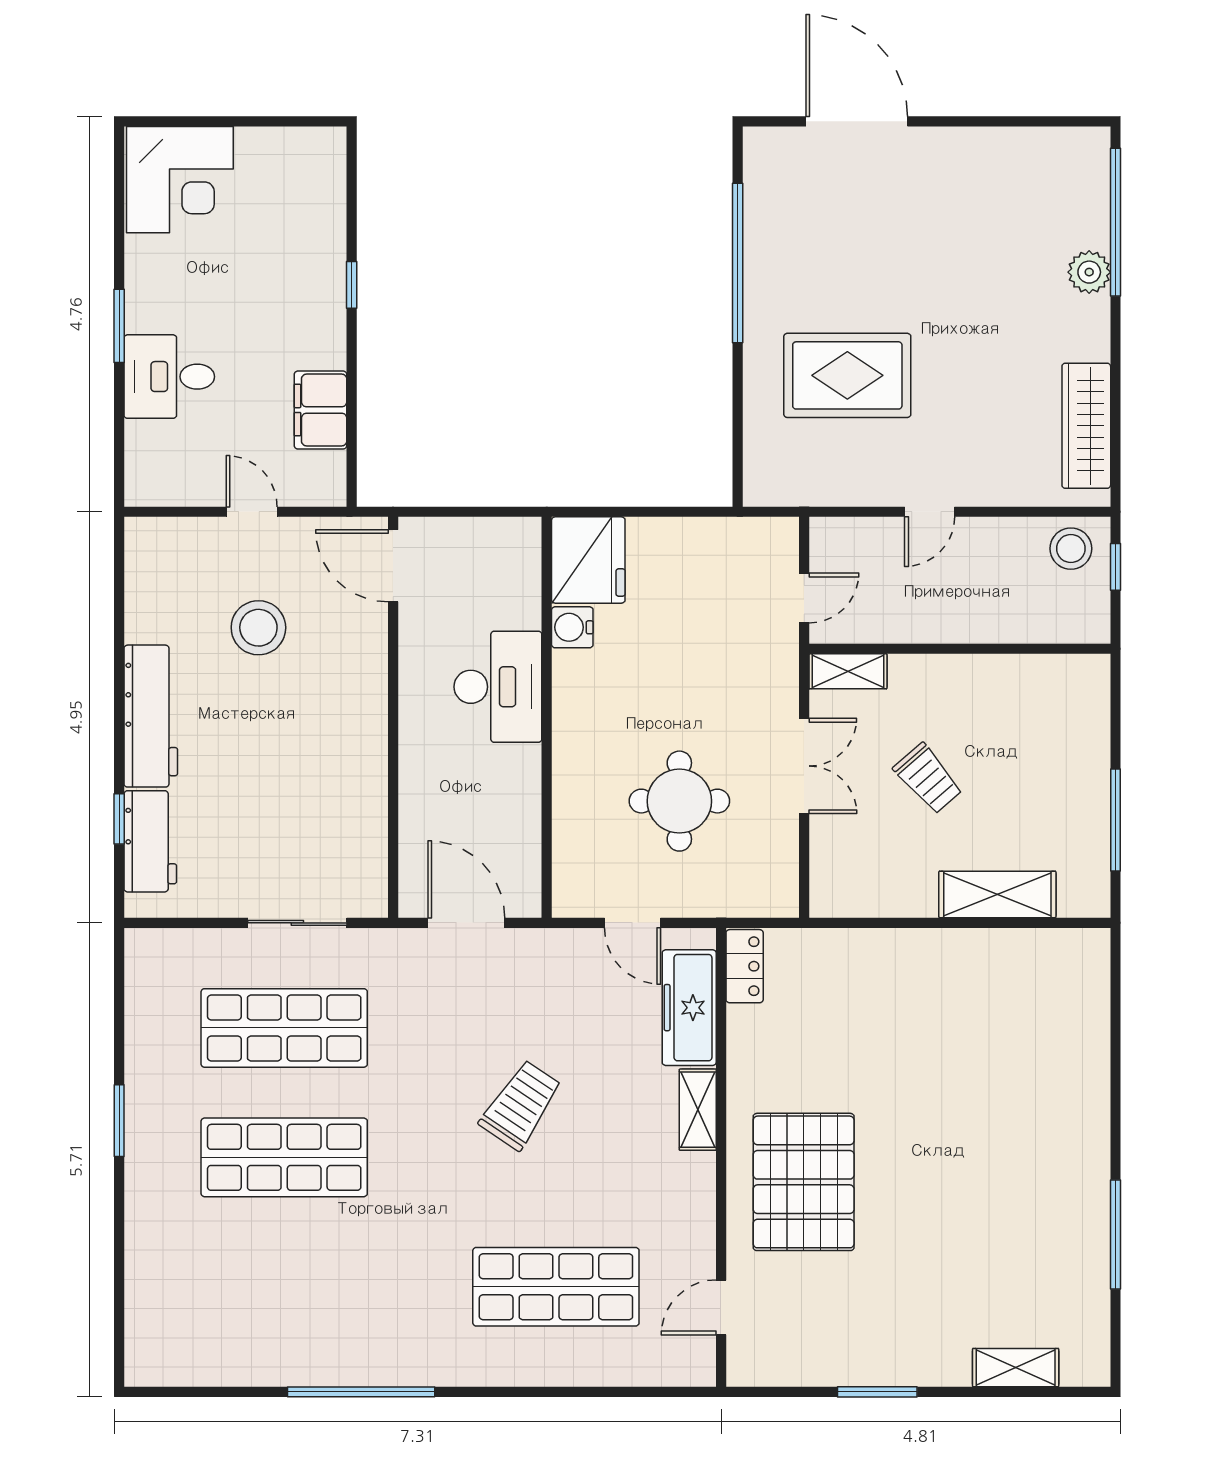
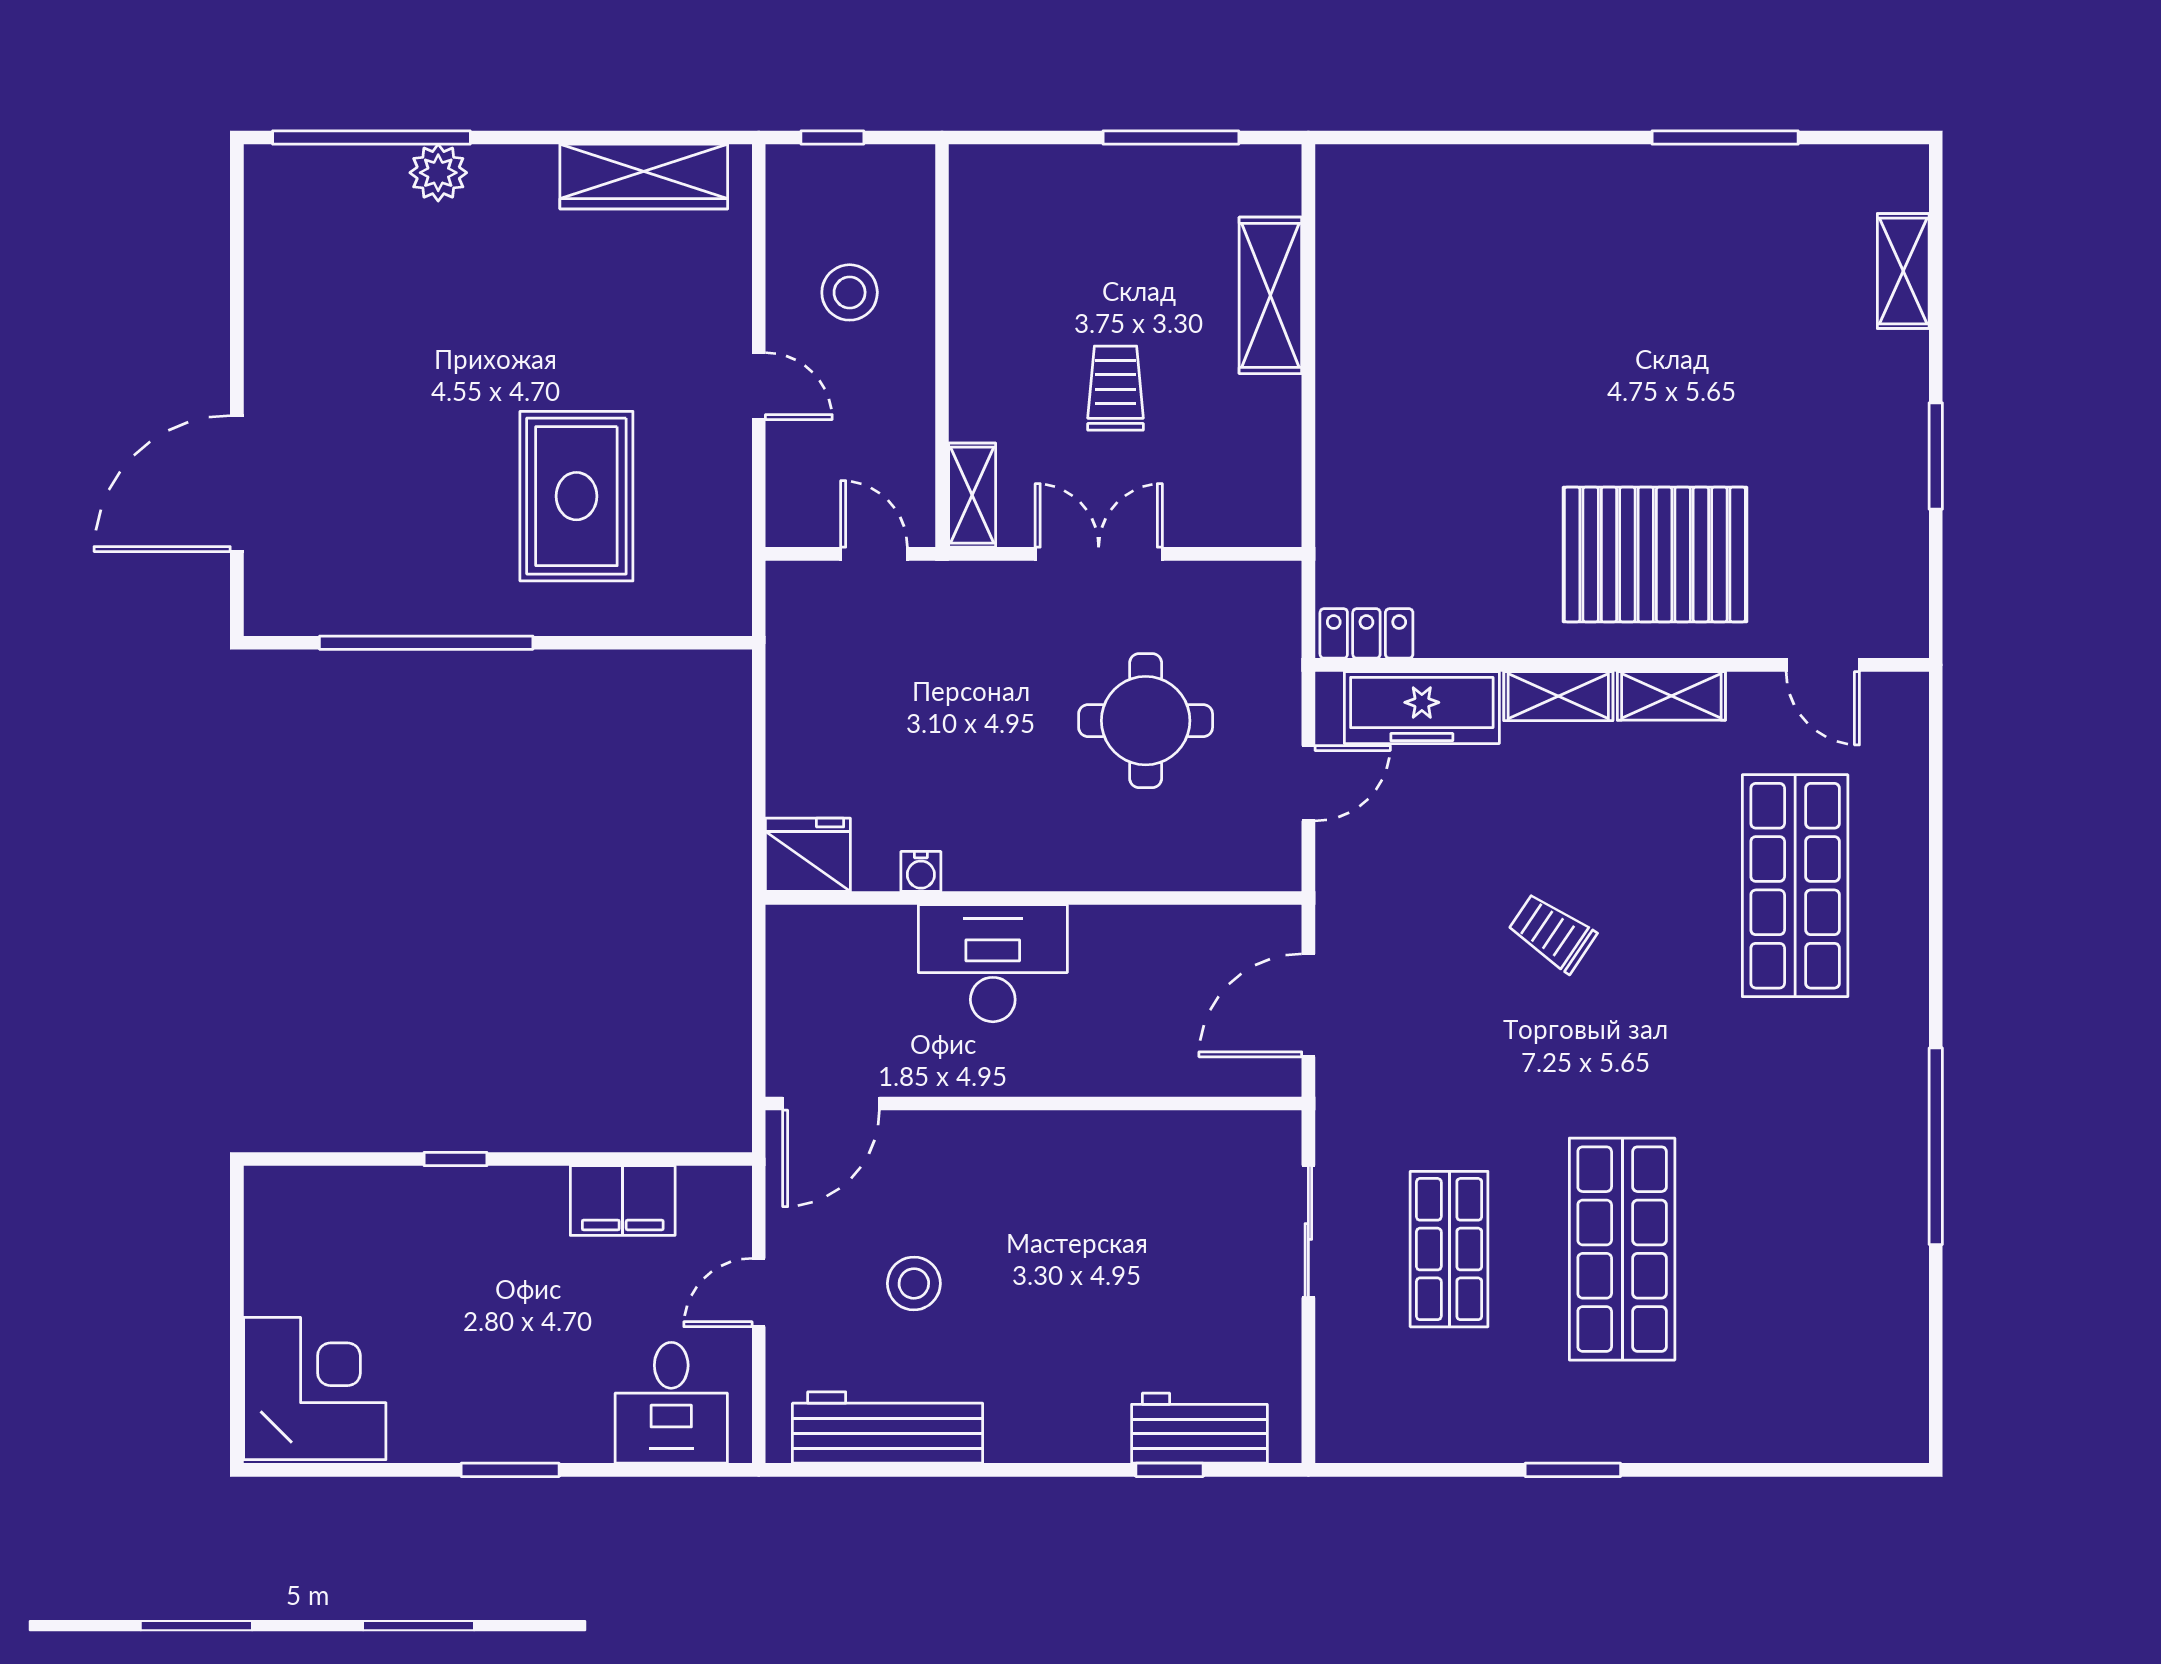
desk: (169, 377) -> (671, 1403), moved
stool: (1071, 549) -> (850, 292), moved
fridge: (588, 560) -> (808, 855), width x0.73, depth x0.75
water cooler: (572, 627) -> (921, 871), width x0.72, depth x0.72
stool: (258, 628) -> (914, 1283), width x0.73, depth x0.73
workbench: (151, 716) -> (888, 1427), moved
trolley: (928, 779) -> (1116, 388), turned -49
shop shelf: (284, 1028) -> (1449, 1249), width x0.70, depth x0.74
trolley: (521, 1105) -> (1552, 933), width x0.73, depth x0.72
shelving: (698, 1194) -> (1671, 696), added

